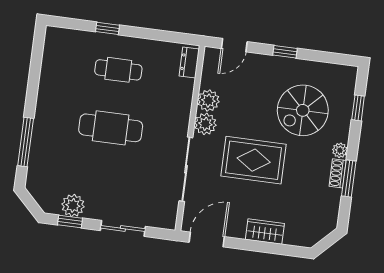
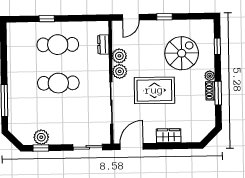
dresser: (189, 62) -> (103, 45), moved
cafe table: (118, 70) -> (58, 45), width x1.37, depth x1.35
spiral stairs: (303, 110) -> (182, 53), turned 180
sliding door: (123, 228) -> (88, 147), moved

